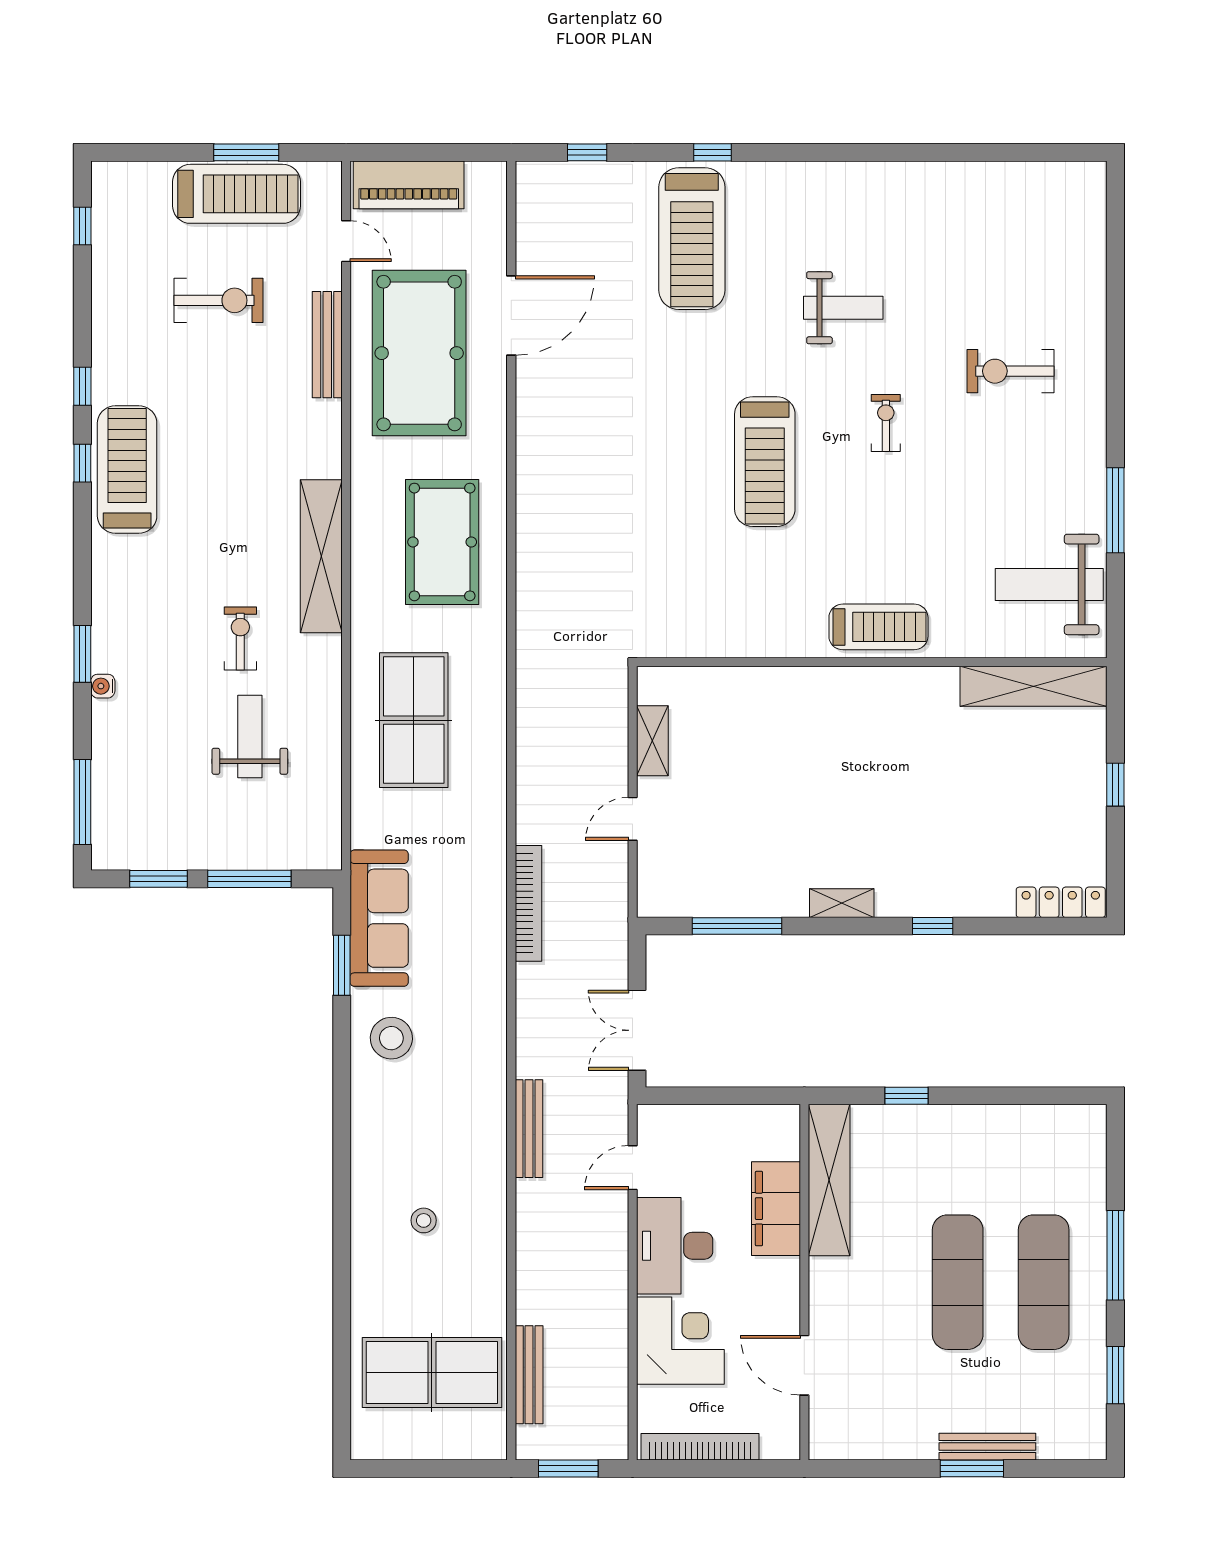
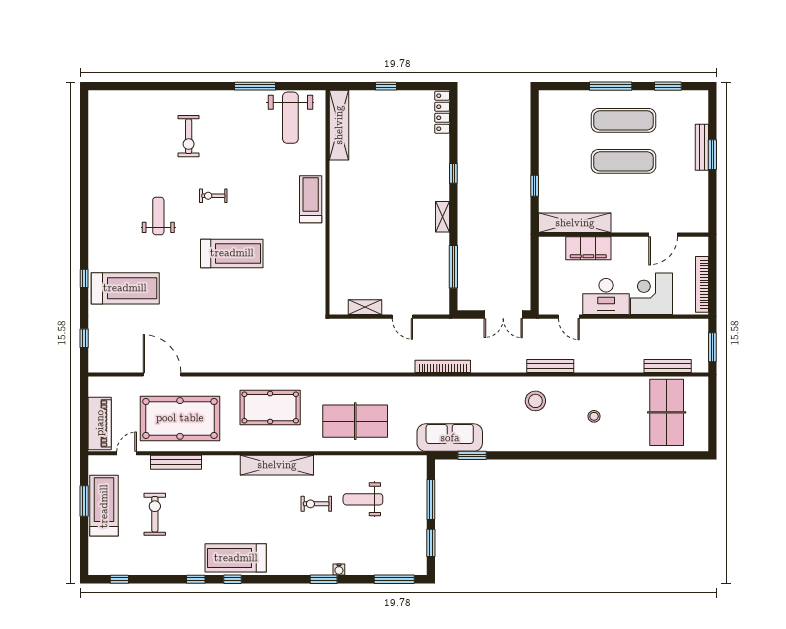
stool: (391, 1038) -> (535, 401), moved

